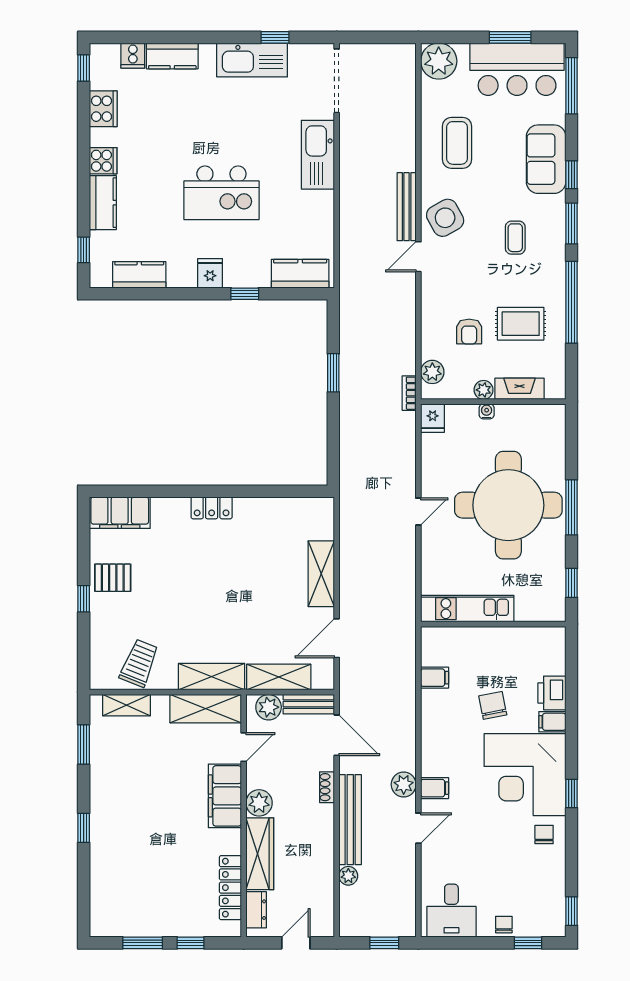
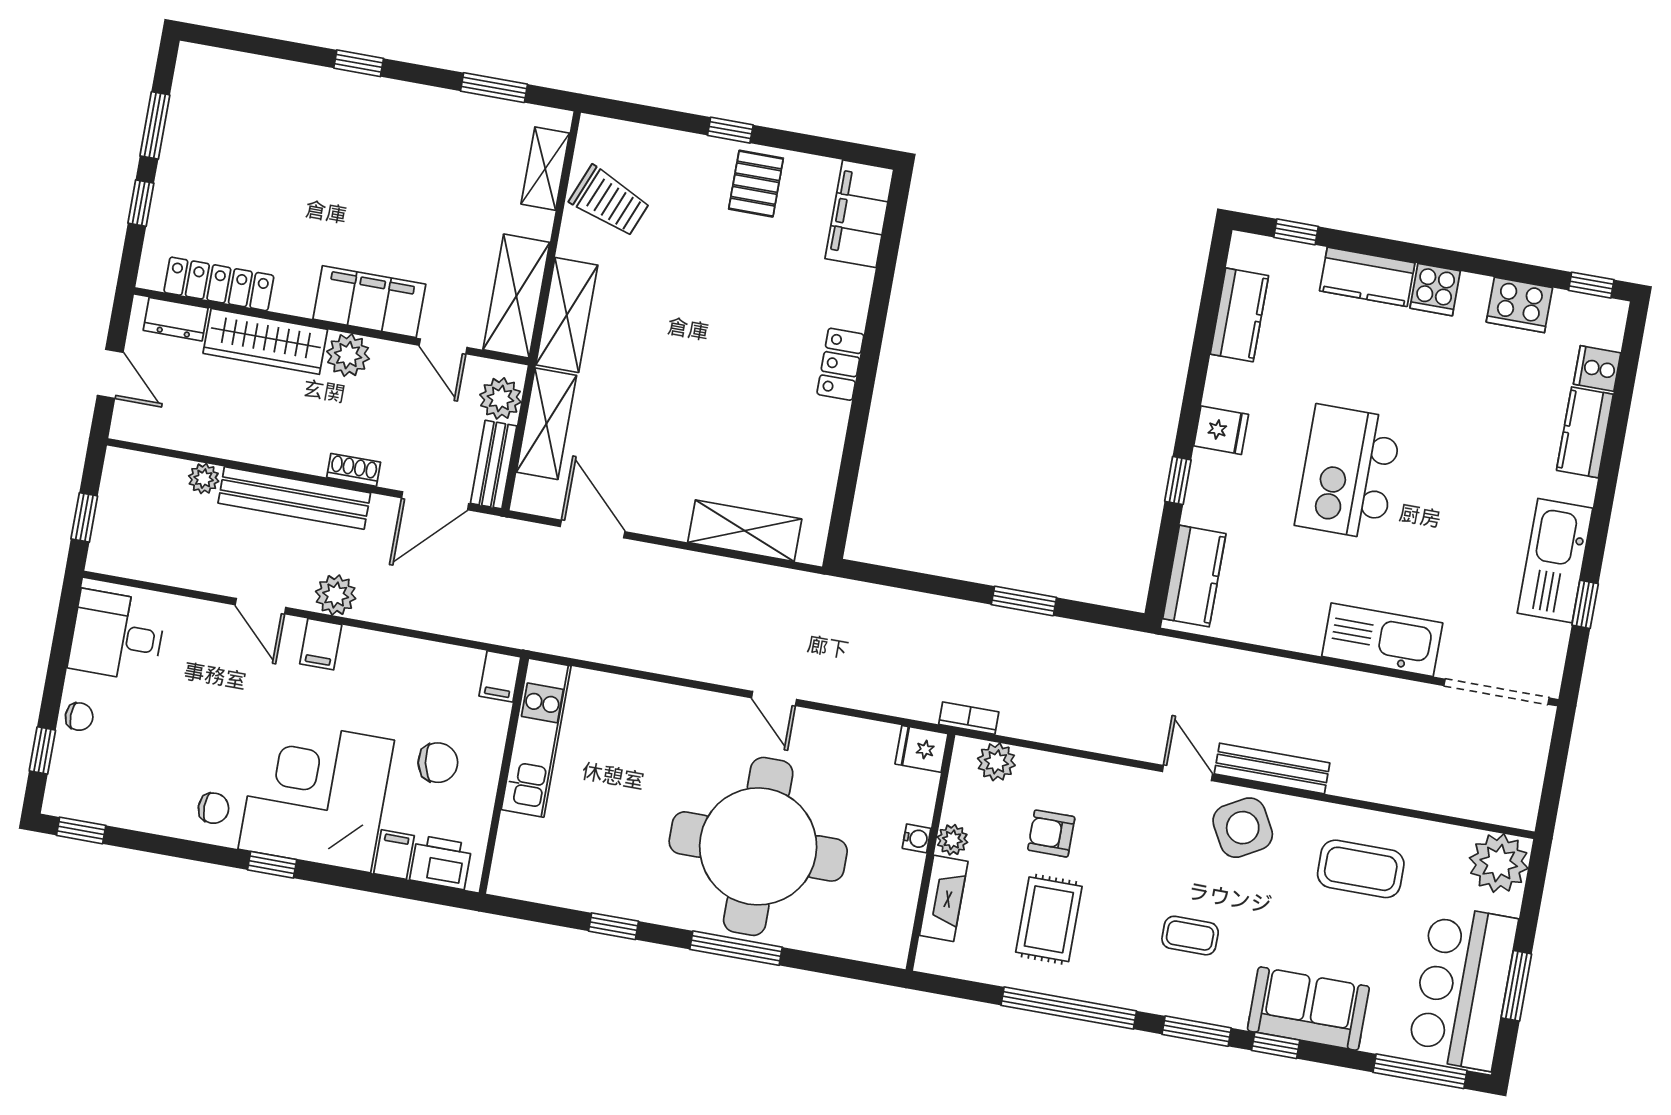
shelving: (321, 574) -> (745, 531), moved
kitchen unit: (467, 609) -> (536, 738), moved
wall: (493, 624) -> (503, 775), moved

